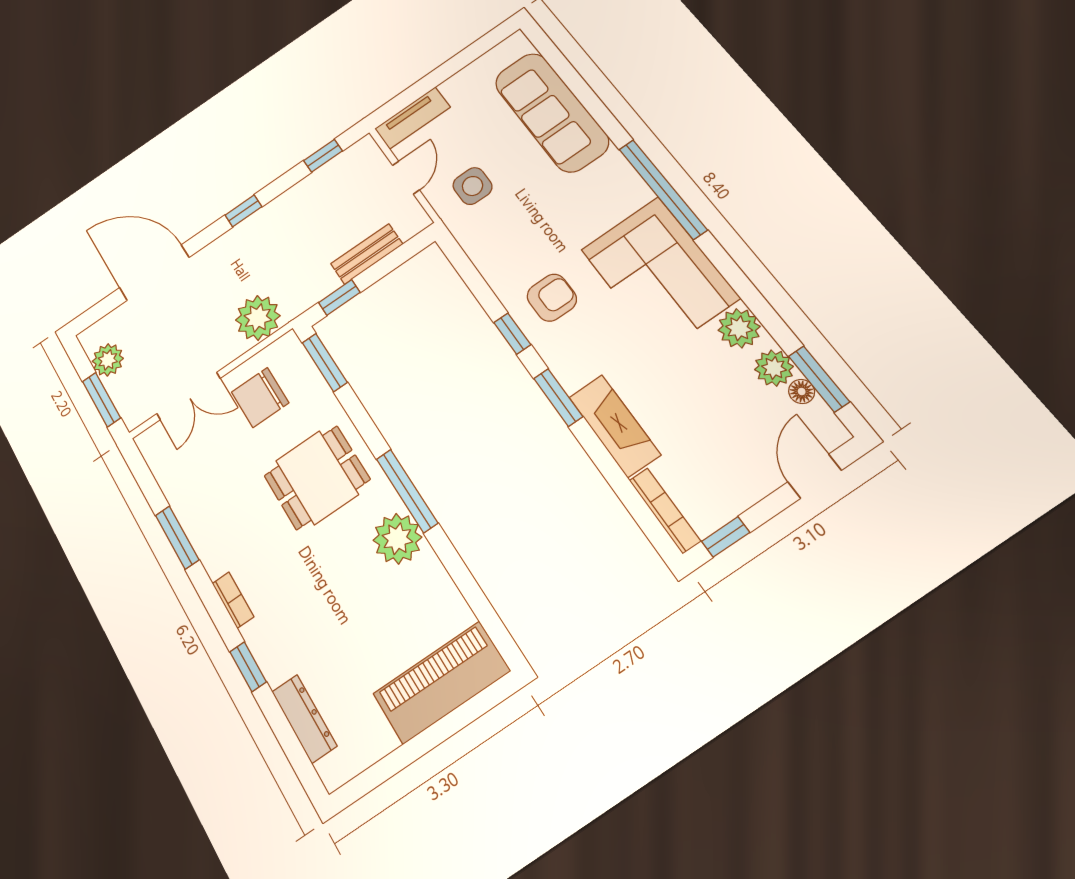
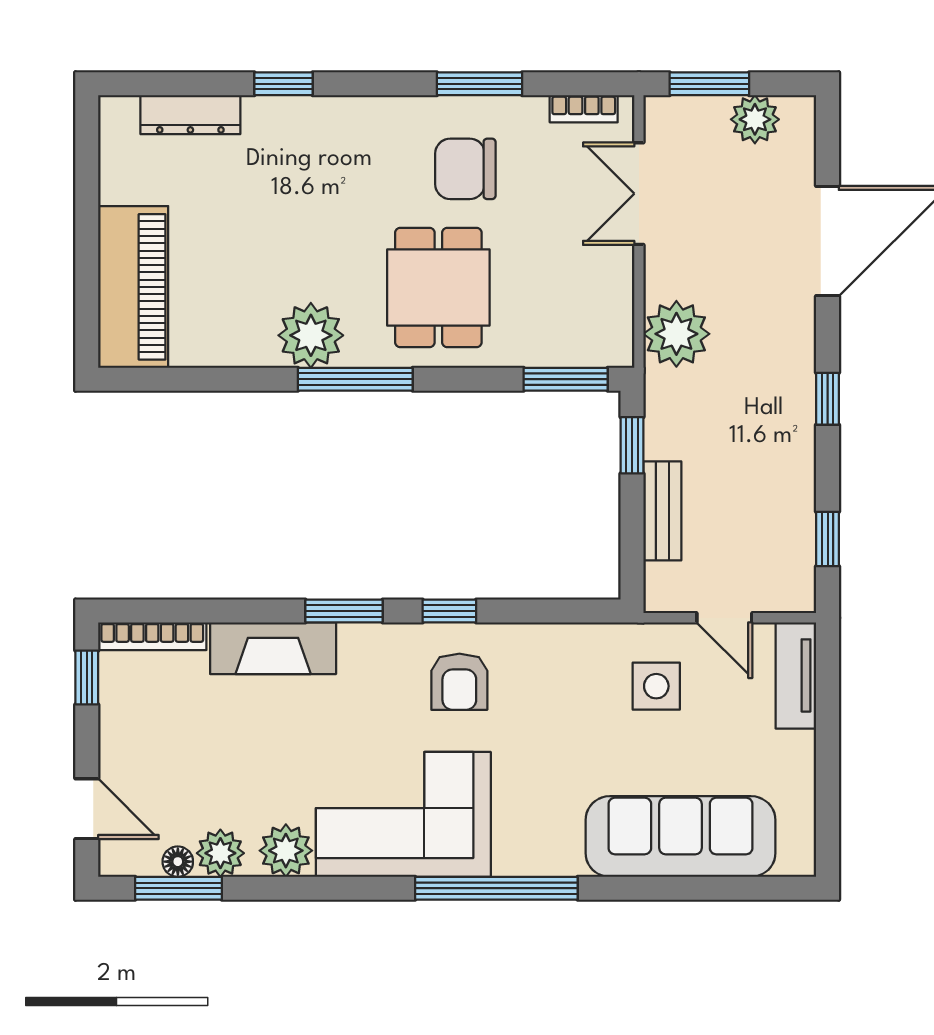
chair: (260, 397) -> (465, 169), moved, turned -90
bookcase: (233, 600) -> (584, 109), moved

